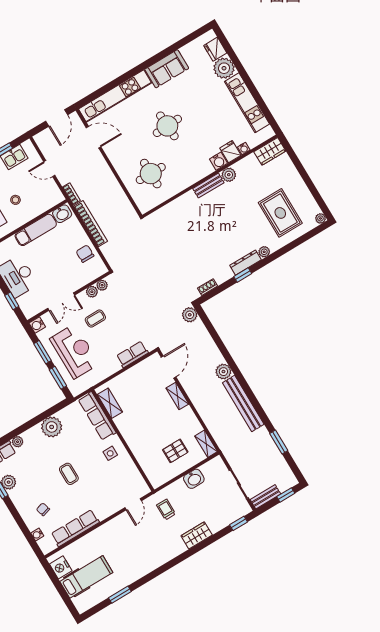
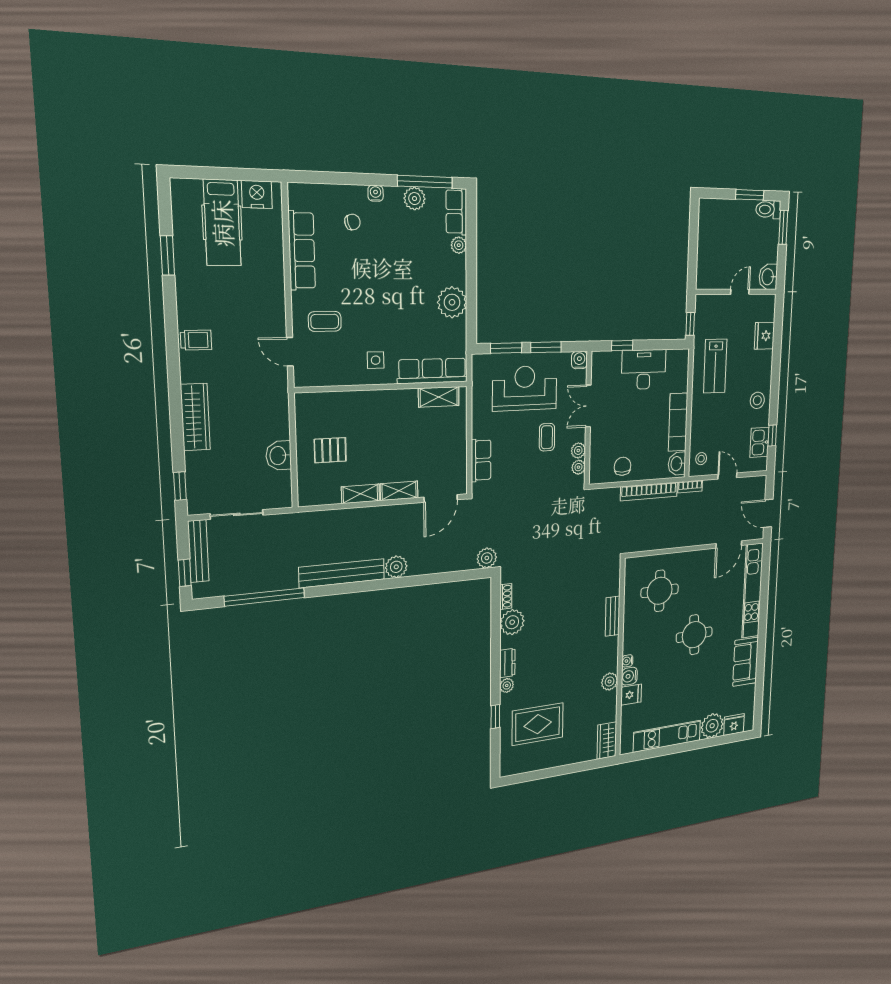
water cooler: (244, 148) -> (627, 661), moved
door: (49, 169) -> (727, 476), hinge flipped
bench: (208, 186) -> (613, 616), moved
stool: (15, 200) -> (701, 459), moved
plant: (320, 218) -> (512, 622), moved, width x1.88, depth x1.88
chair: (85, 254) -> (623, 466), turned -90
dresser: (245, 263) -> (507, 663), width x0.70
window: (243, 275) -> (495, 717), moved
reception desk: (74, 351) -> (525, 388), turned 180
door: (169, 367) -> (441, 498), hinge flipped
window: (279, 442) -> (265, 597), width x2.11
shelving: (206, 444) -> (360, 494), moved
pallet: (175, 451) -> (330, 450), turned 90
coffee table: (69, 474) -> (325, 321), moved
bench: (265, 497) -> (198, 551), width x1.36
trolley: (166, 509) -> (196, 340), moved
water cooler: (37, 535) -> (376, 193), moved
wardrobe: (197, 535) -> (195, 417), width x1.50

